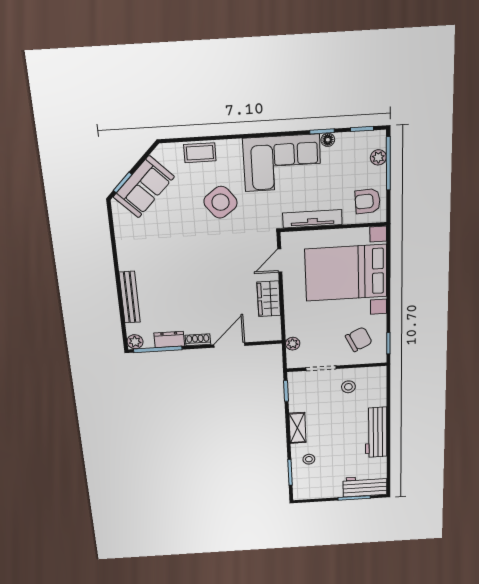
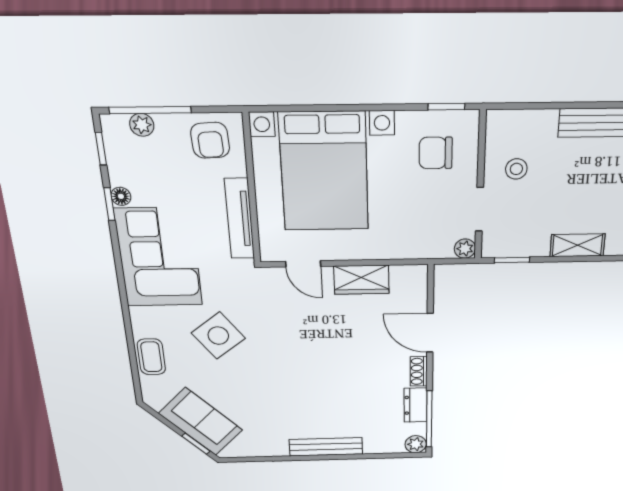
bench: (130, 297) -> (326, 447), moved
chair: (359, 339) -> (436, 153), turned -64
plant: (293, 344) -> (465, 249), moved

